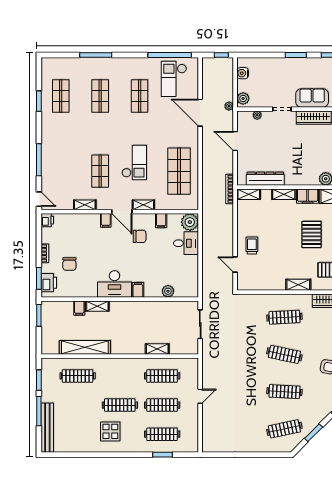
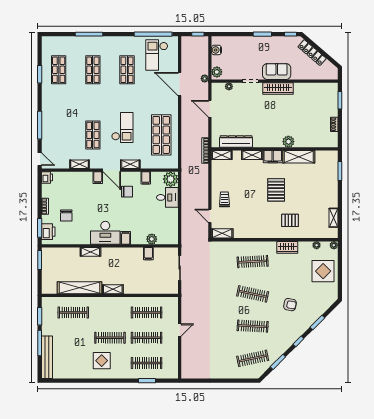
shelving: (298, 285) -> (222, 233), moved
filing cabinet: (79, 308) -> (148, 254), moved
shelving: (157, 349) -> (113, 289), moved

